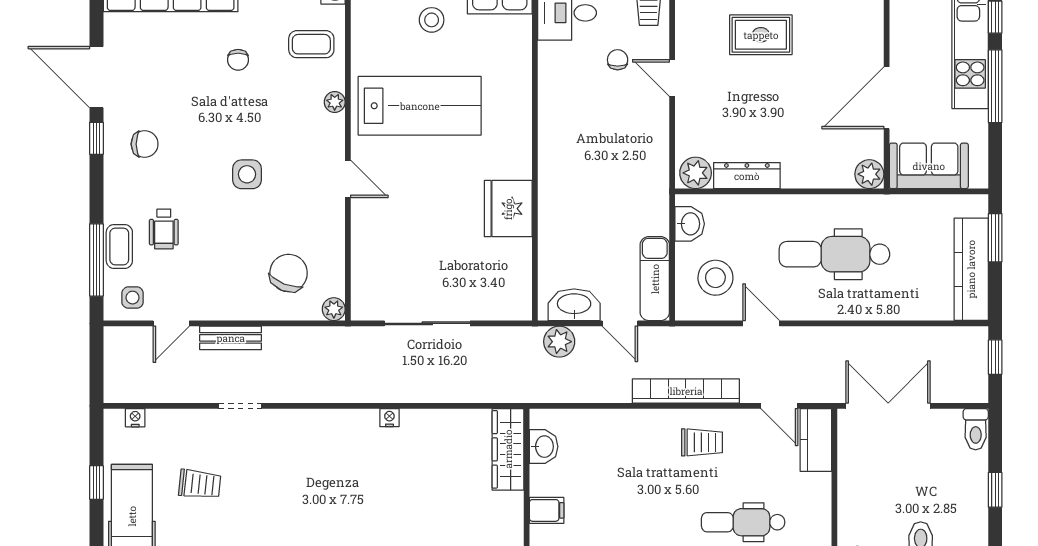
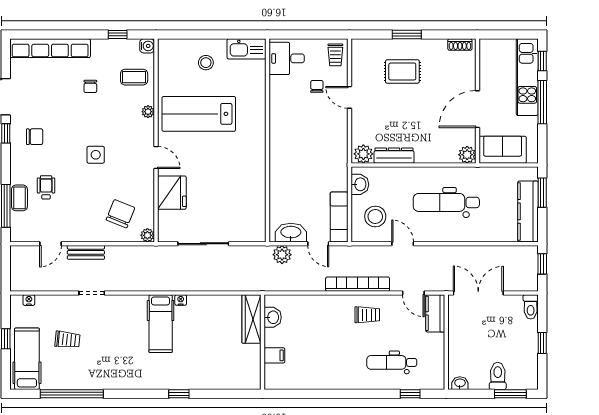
lab bench: (420, 106) -> (199, 114), turned 180
fridge: (508, 209) -> (172, 193), moved, turned 180
wheelchair: (164, 229) -> (46, 187), turned 180
side table: (133, 298) -> (27, 228), removed
hospital bed: (356, 457) -> (161, 324), added

